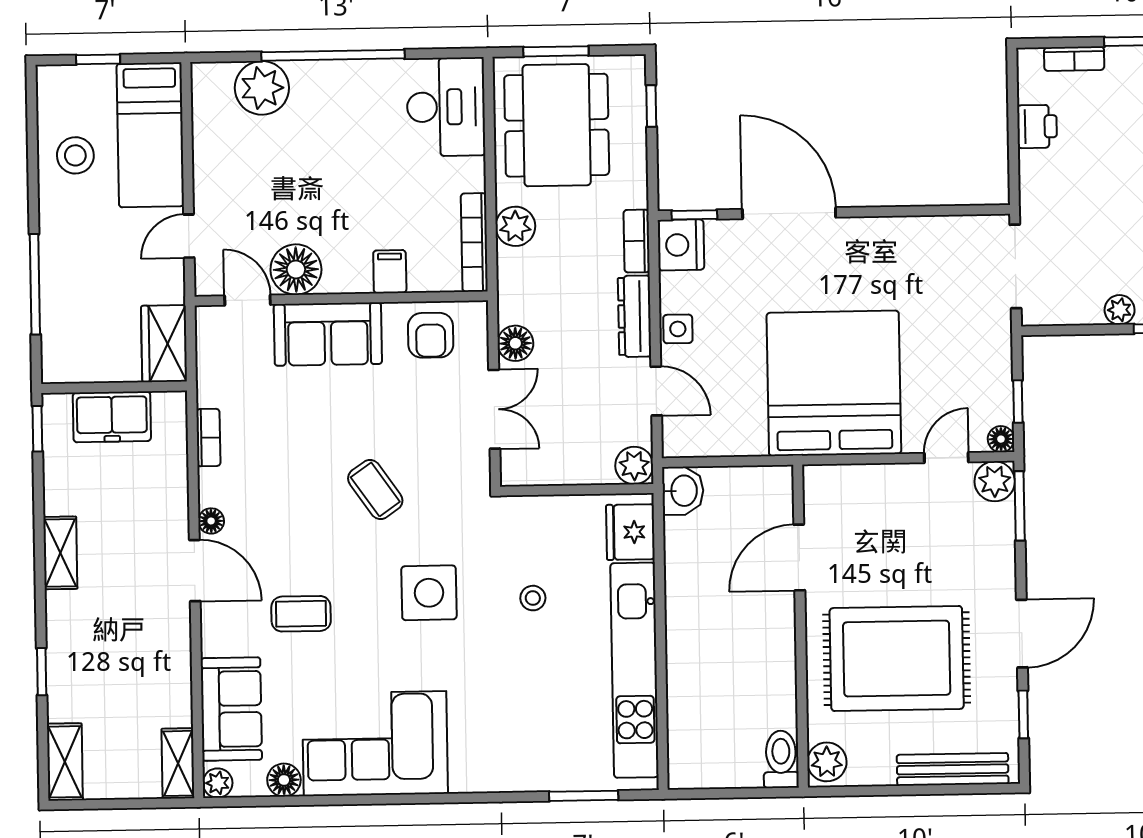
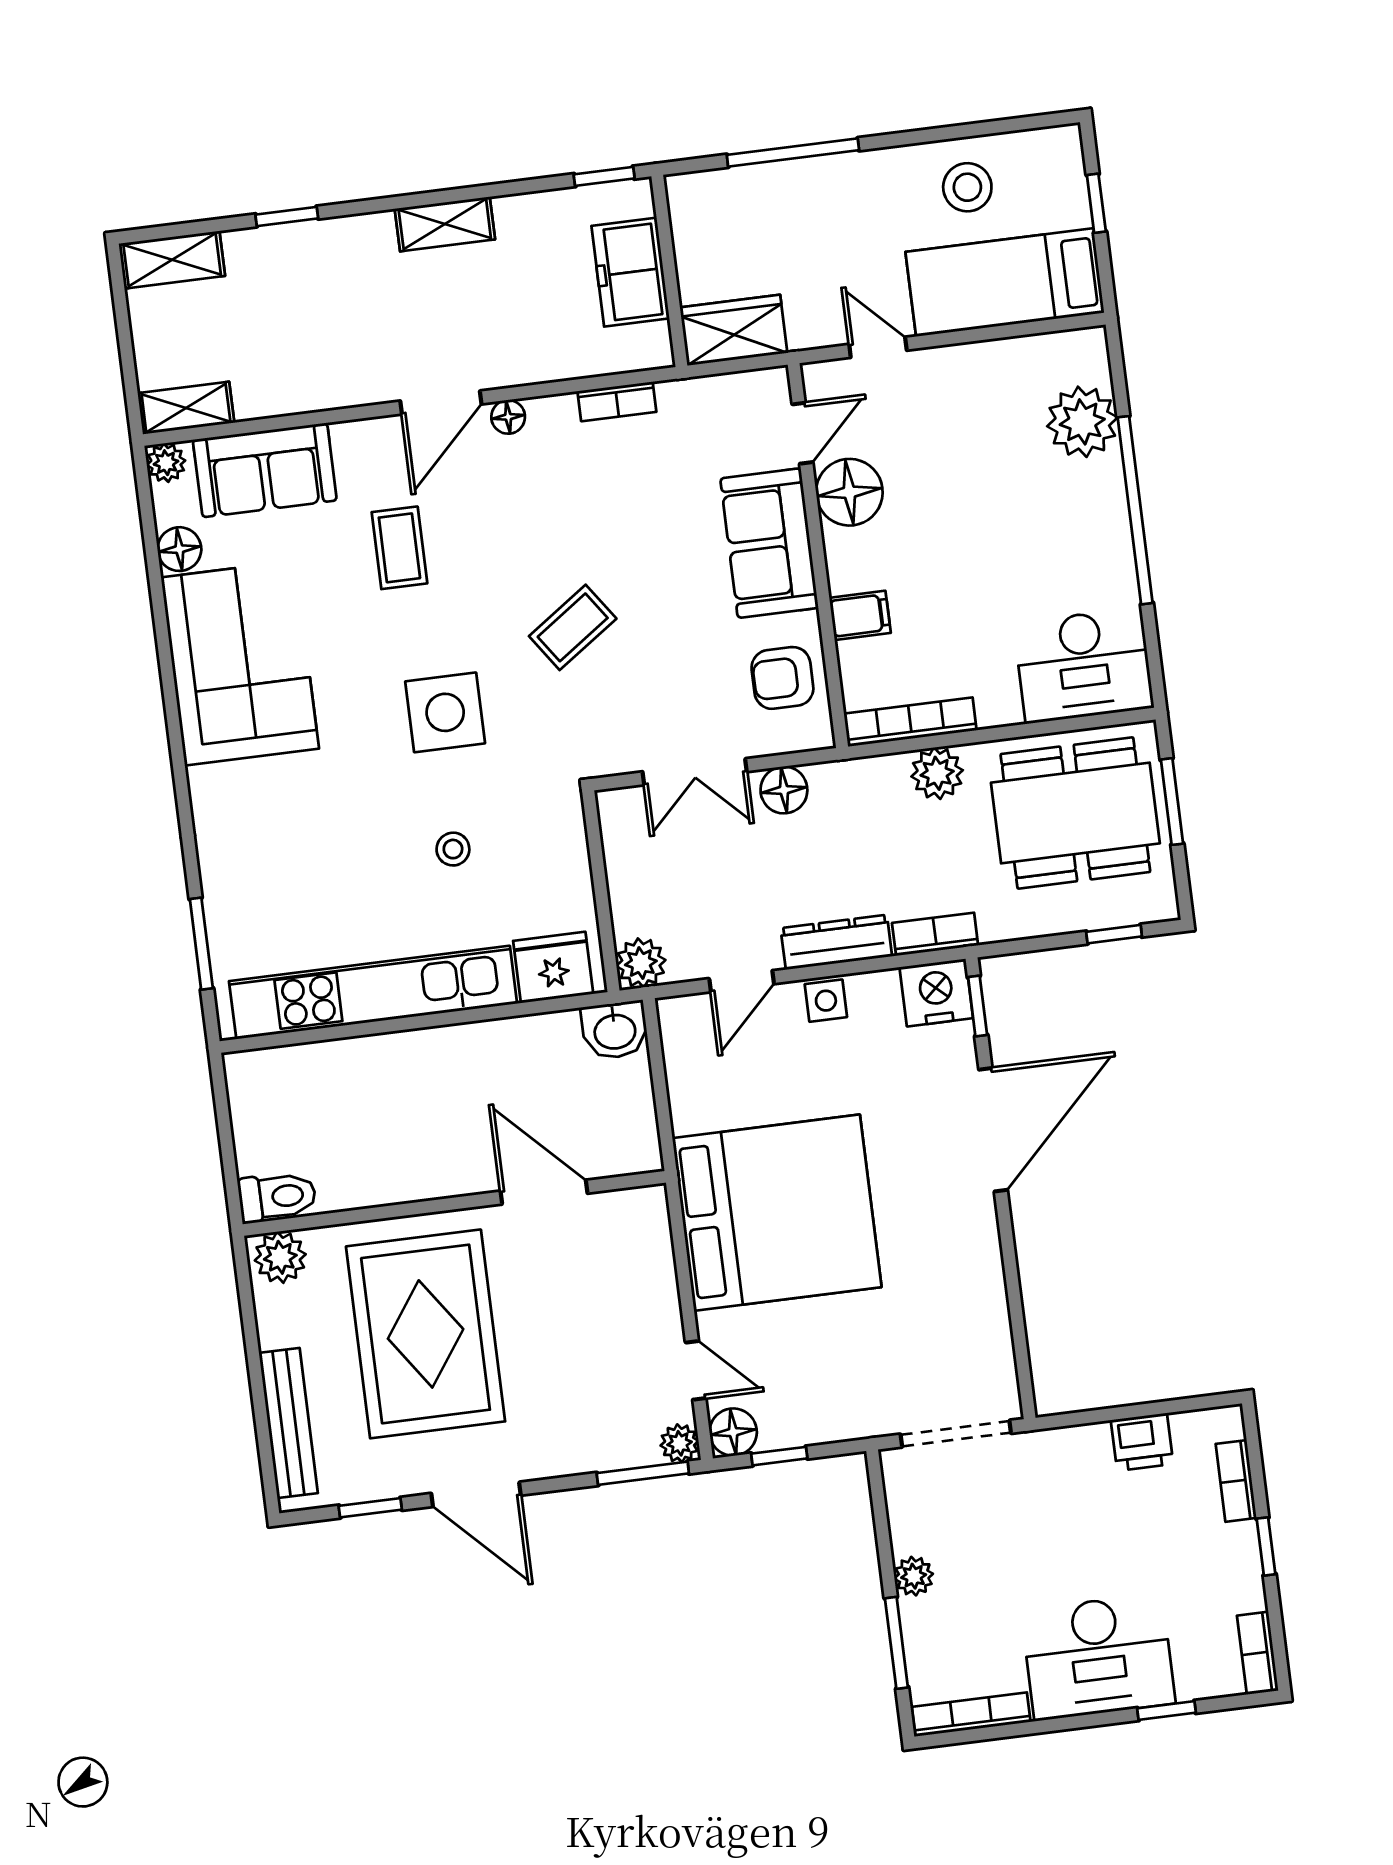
floor lamp: (1001, 439) -> (733, 1432), width x1.37, depth x1.37
plant: (995, 481) -> (680, 1443), width x0.73, depth x0.73

